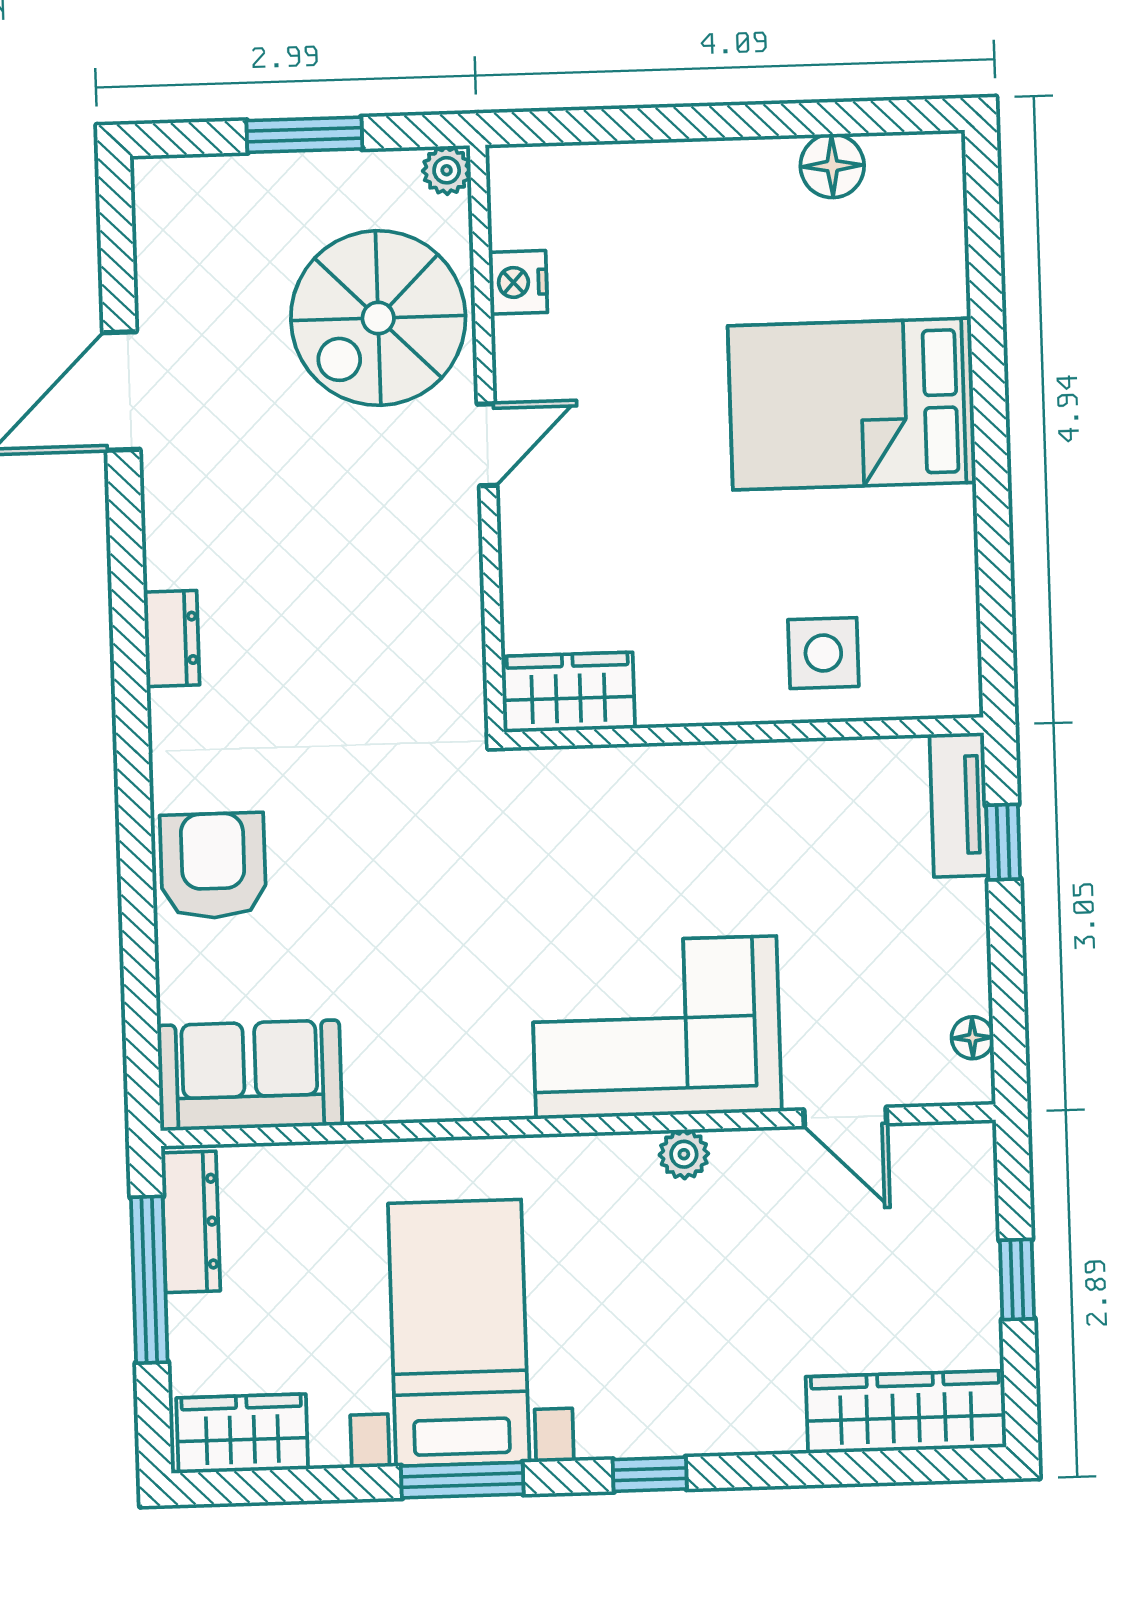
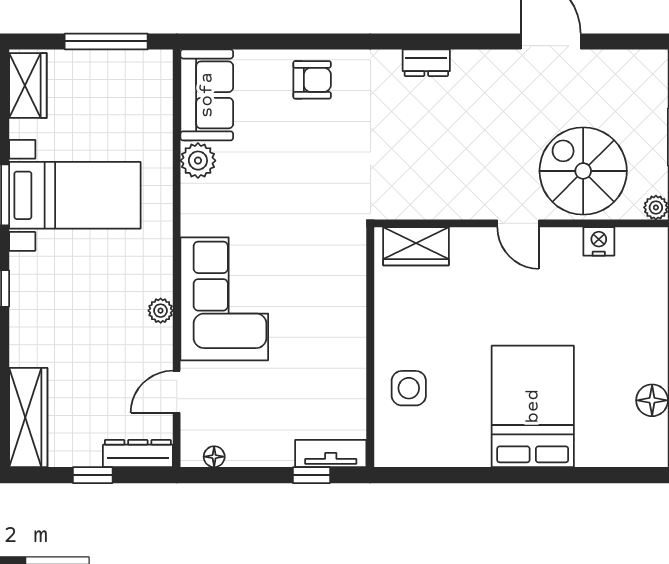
wardrobe: (568, 692) -> (416, 246), moved, turned 90
armchair: (213, 866) -> (312, 80), width x0.72, depth x0.72
plant: (381, 1089) -> (198, 161), added
dresser: (191, 1222) -> (138, 453), moved, turned 180

